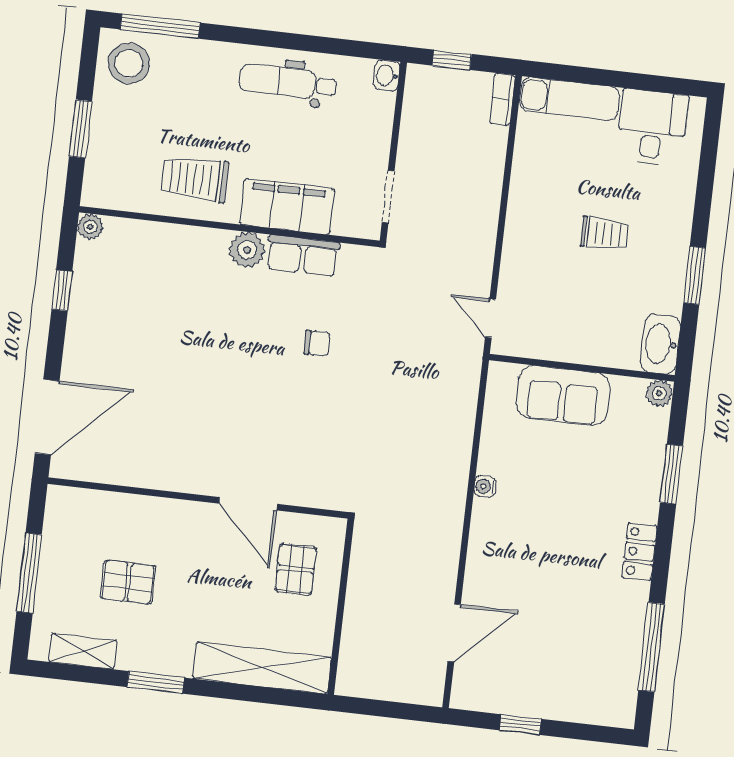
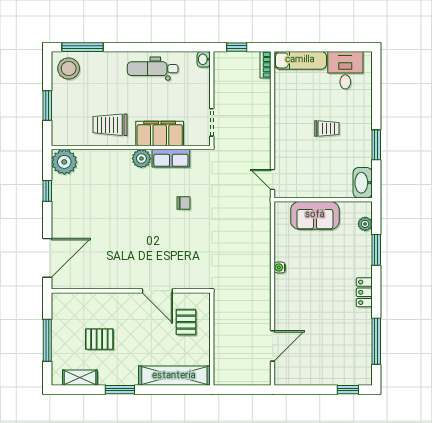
plant: (90, 227) -> (64, 162), width x1.88, depth x1.88
plant: (659, 393) -> (365, 224), moved
window: (520, 725) -> (348, 390), moved

